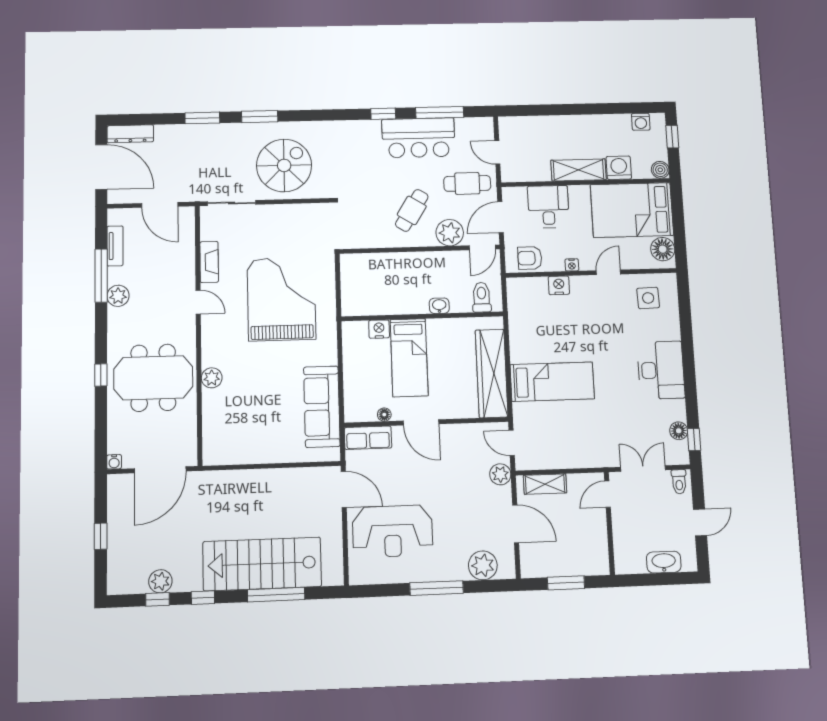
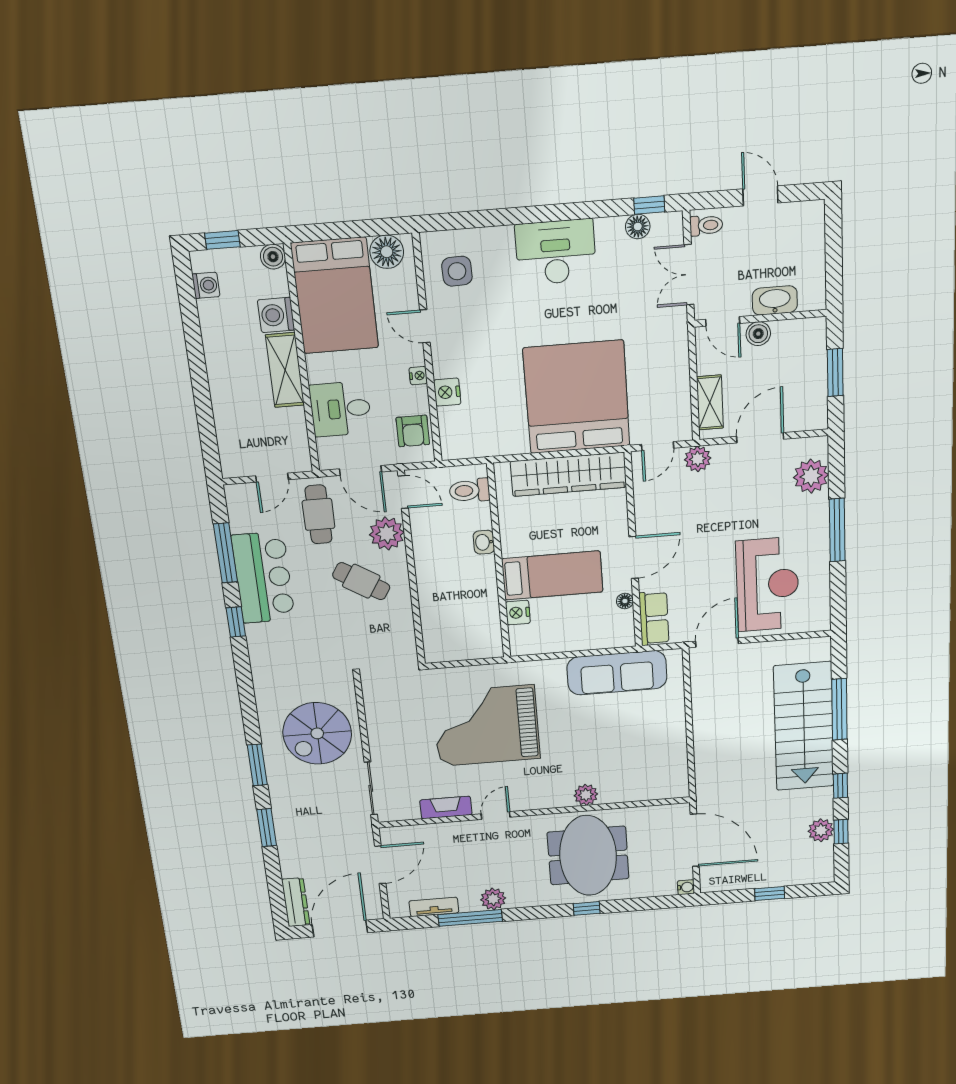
spiral stairs: (284, 165) -> (317, 733), turned -90
bed: (552, 382) -> (577, 397), width x2.04
boiler: (598, 522) -> (758, 334), added
washbasin: (664, 562) -> (775, 300), moved, turned 90

